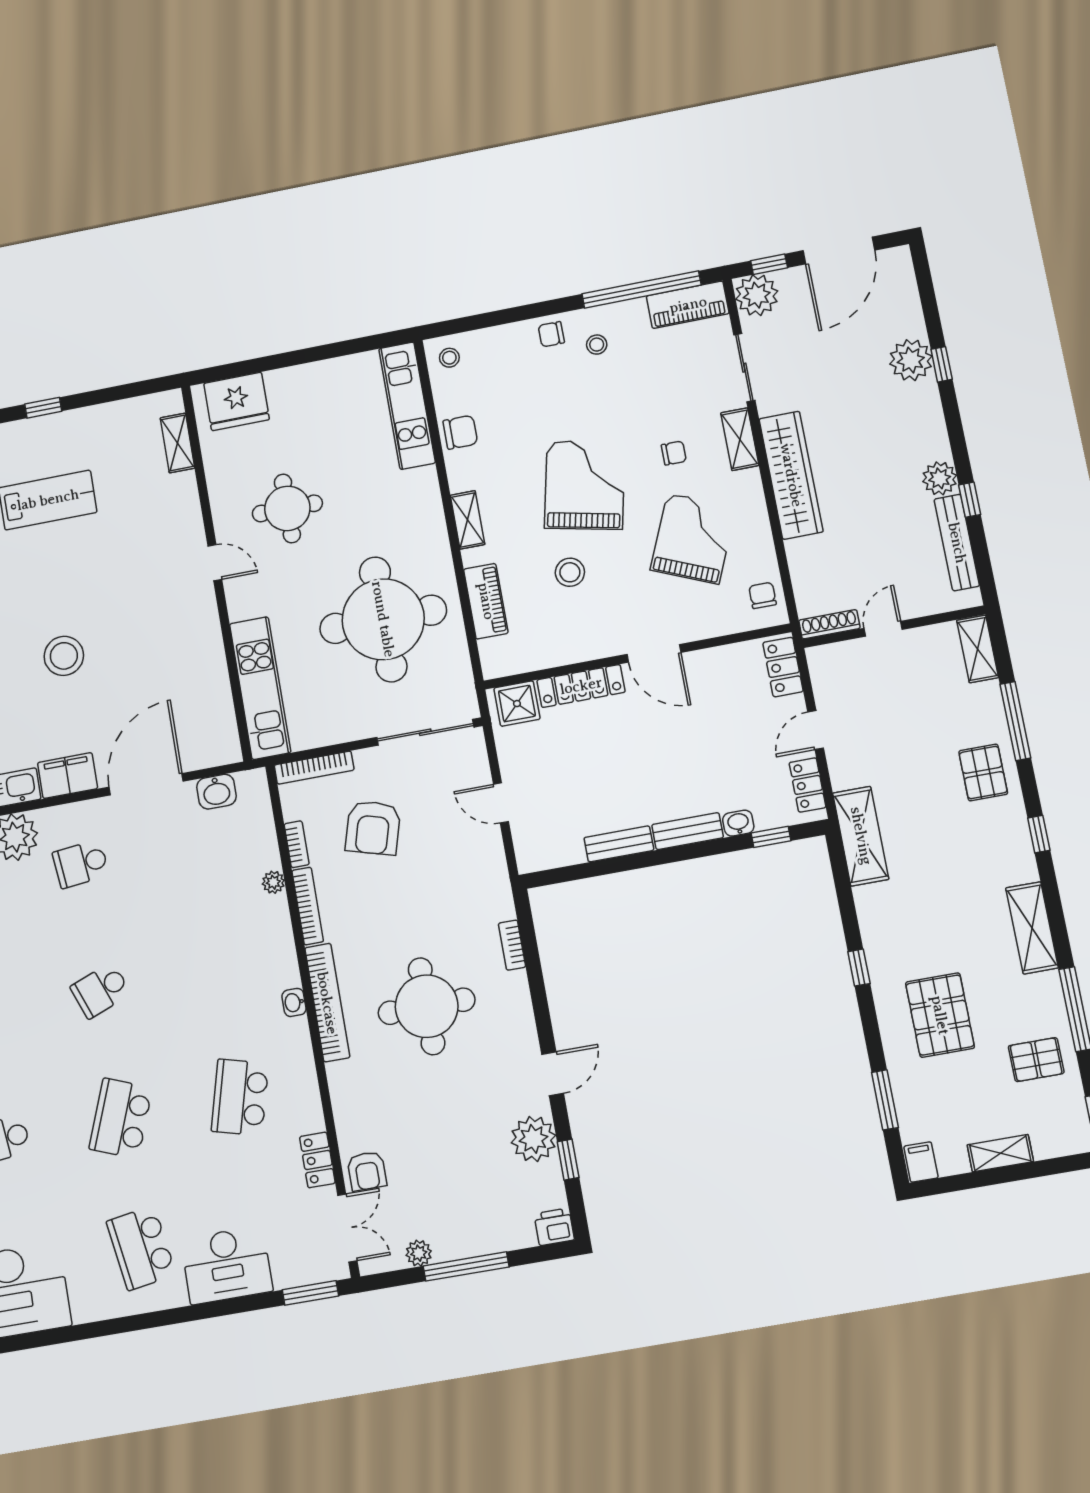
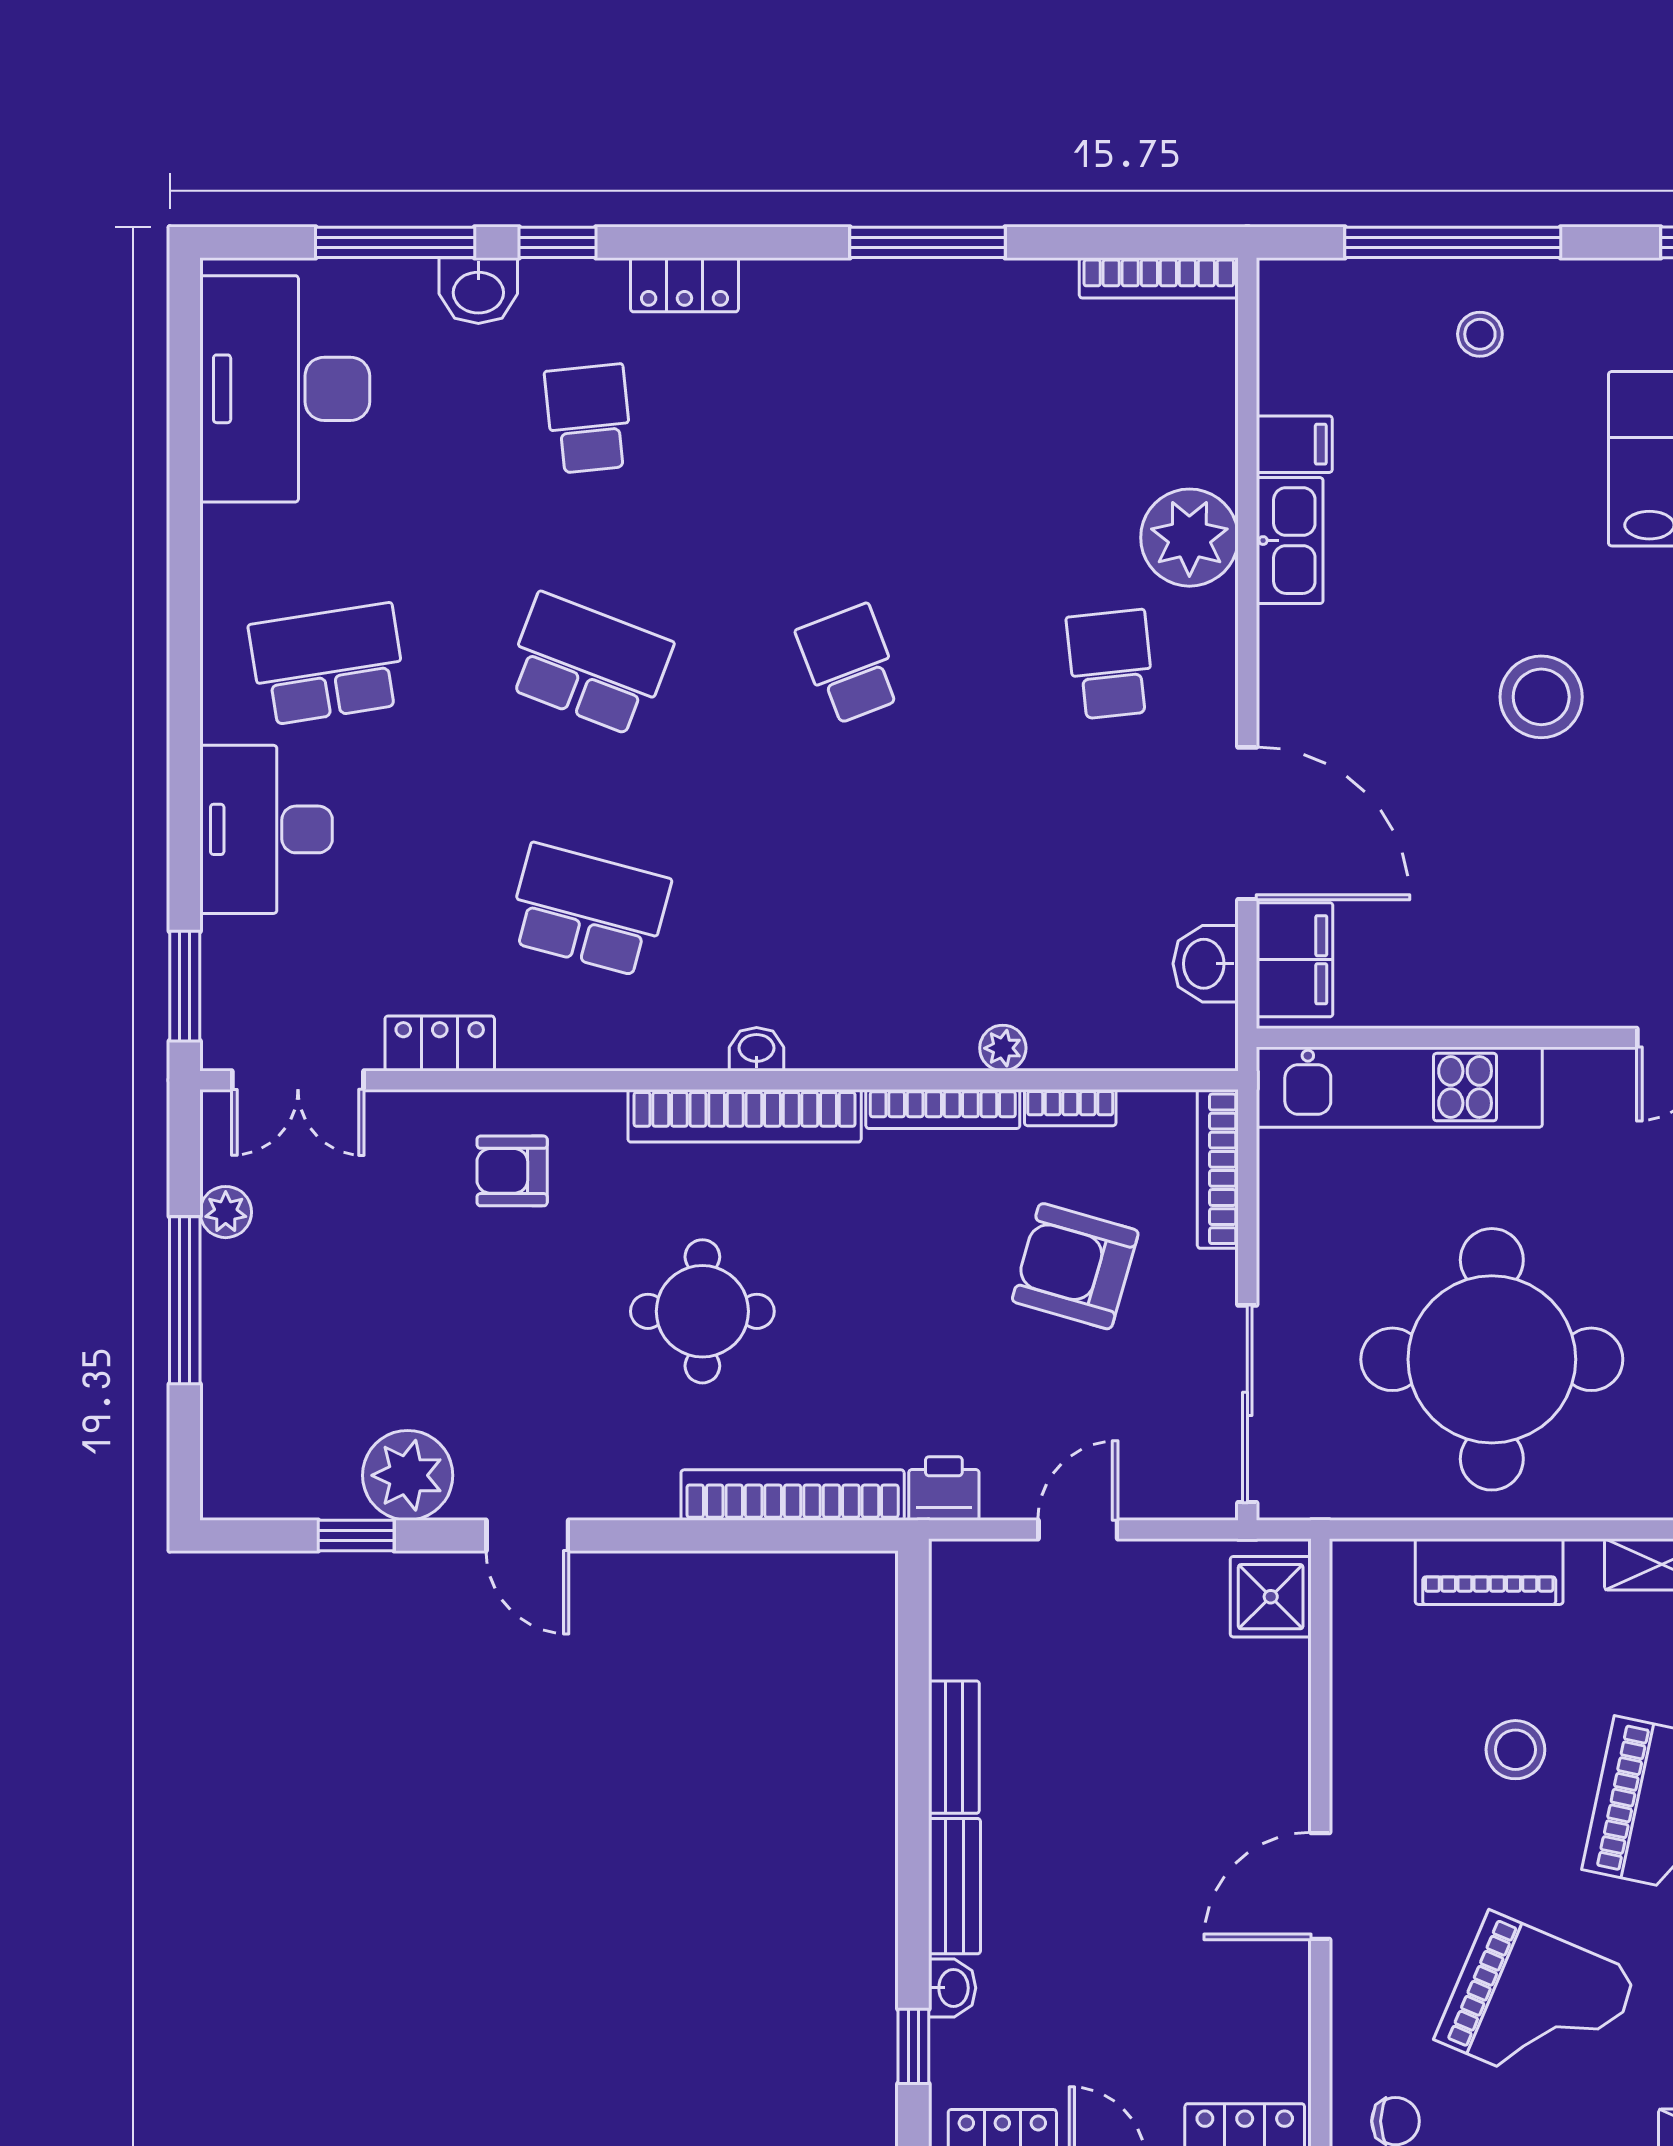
locker: (581, 686) -> (1282, 1730), removed
filing cabinet: (68, 776) -> (1295, 960), moved
bookcase: (512, 945) -> (793, 1495), width x2.31, depth x1.31
round table: (427, 1006) -> (702, 1311), width x0.73, depth x0.73
armchair: (367, 1171) -> (512, 1171), moved
printer: (554, 1227) -> (944, 1489), moved, turned -90

